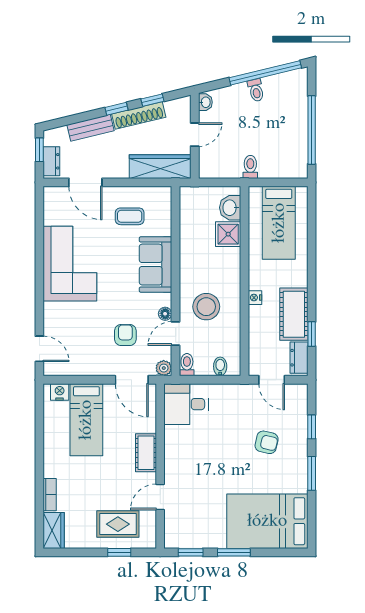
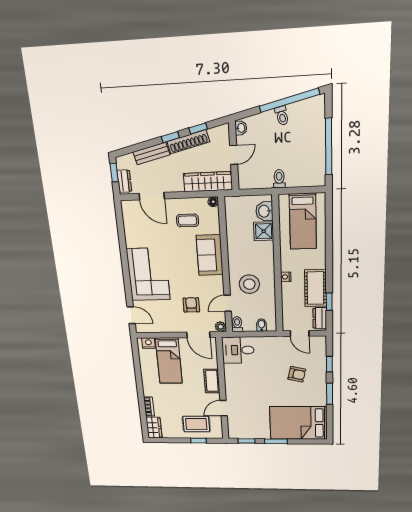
corner sofa: (70, 264) -> (148, 274), moved
floor lamp: (165, 314) -> (213, 202), moved

